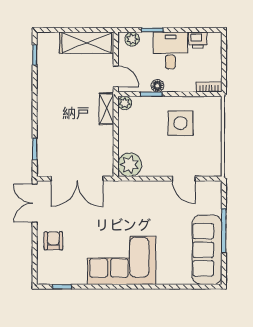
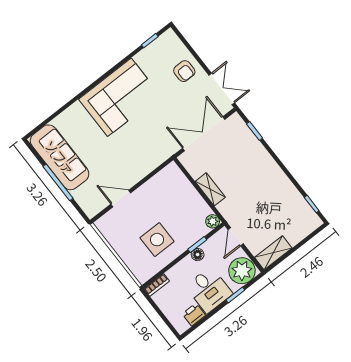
plant: (132, 39) -> (242, 271), width x1.87, depth x1.87
shelving: (87, 43) -> (273, 253), width x0.67, depth x0.75
door: (116, 76) -> (236, 237), hinge flipped
shelving: (107, 109) -> (210, 189), moved
plant: (130, 165) -> (171, 176), removed

